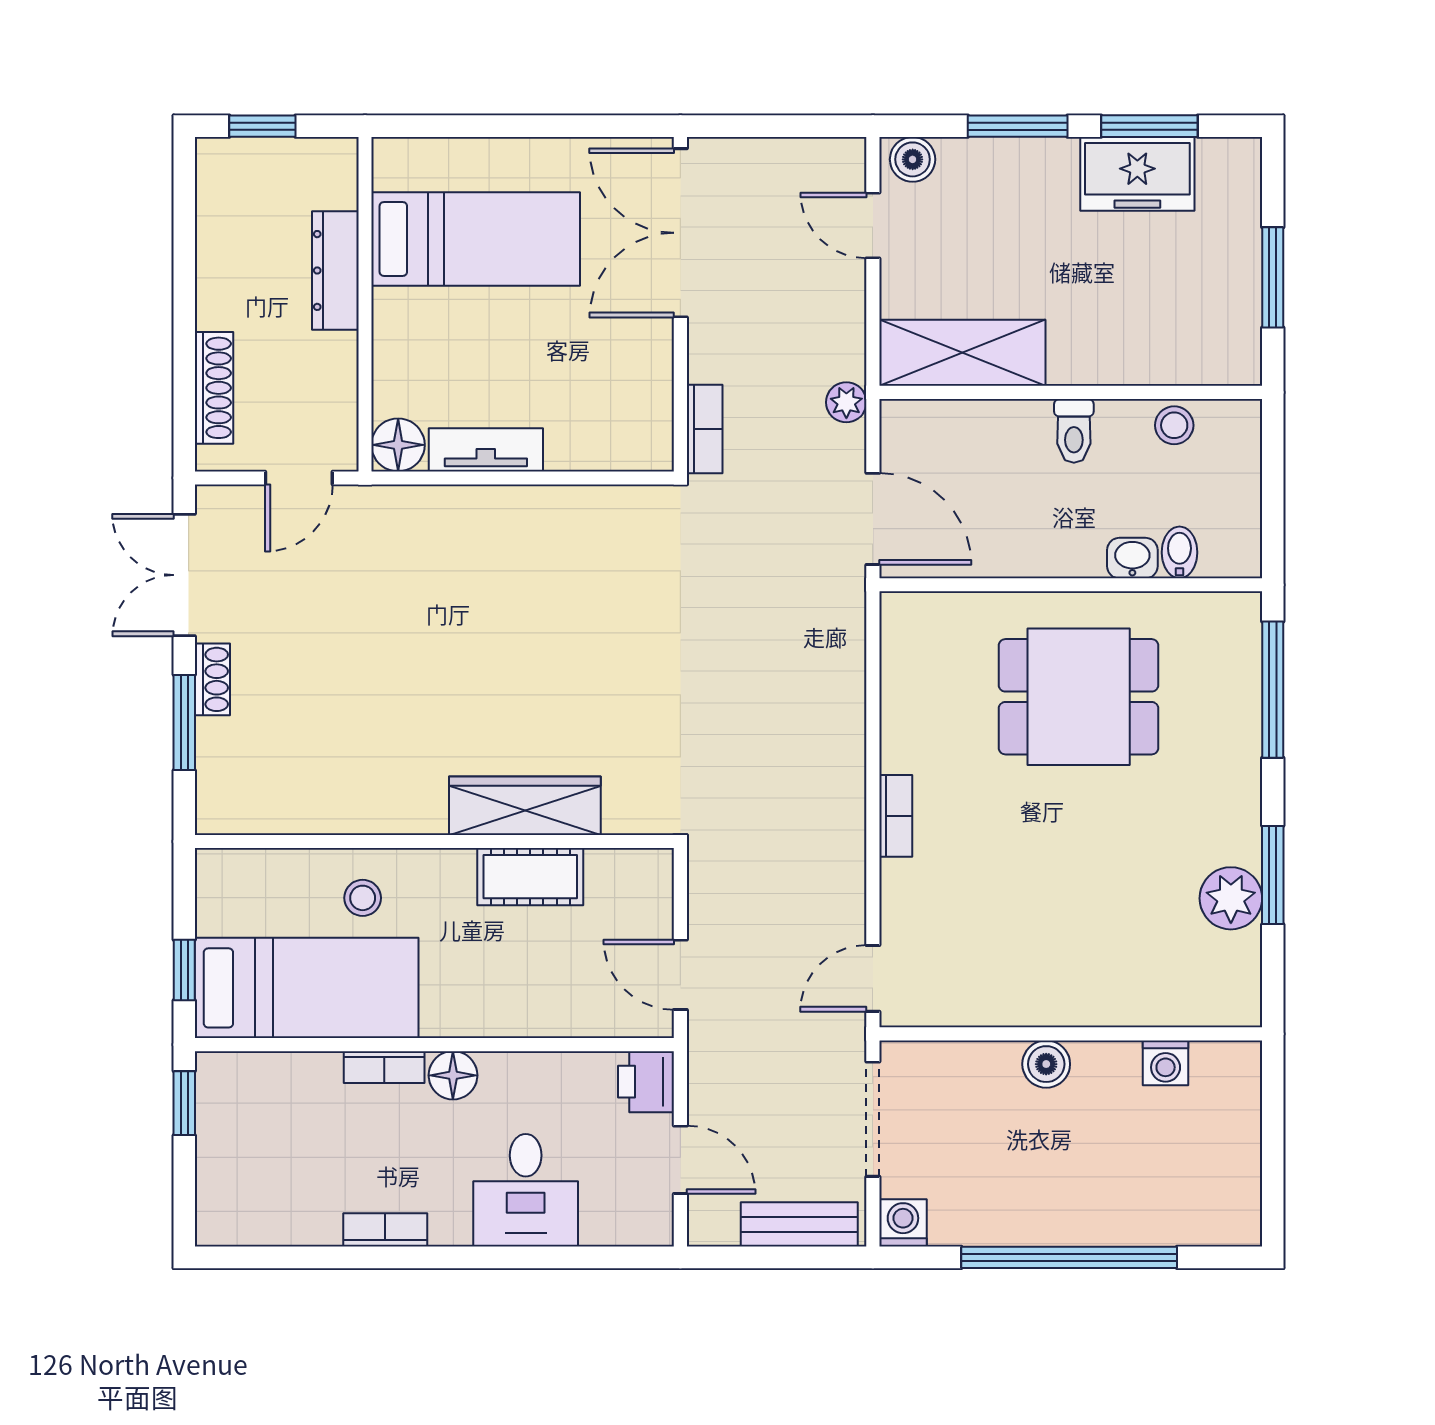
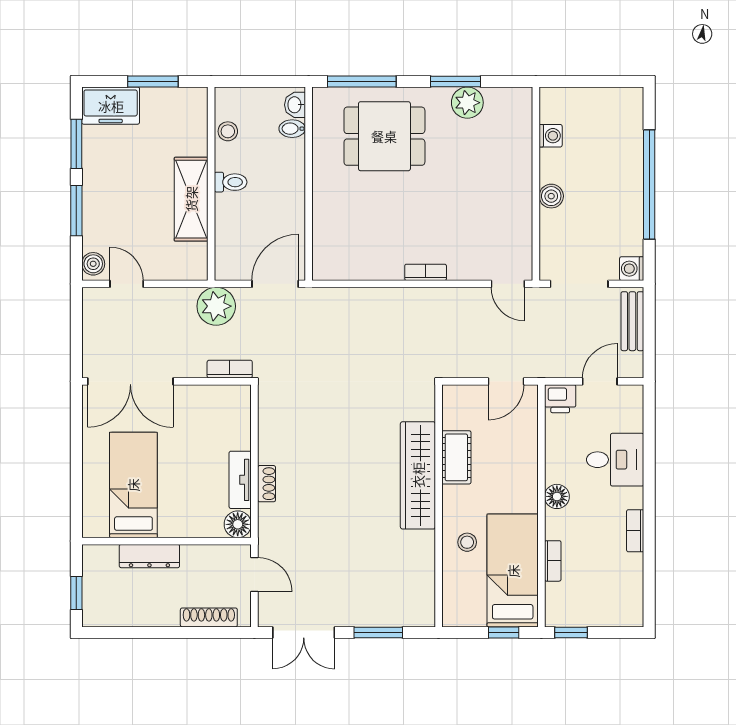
freezer: (1137, 174) -> (111, 106), moved, turned 90
door: (873, 225) -> (127, 284), swing flipped
shelving: (962, 353) -> (191, 199), moved
plant: (846, 402) -> (216, 306), width x1.88, depth x1.88
washbasin: (1132, 558) -> (295, 105), moved
shoe rack: (212, 679) -> (267, 484), moved, turned 90
dining table: (1079, 697) -> (384, 136), moved, turned 90
wardrobe: (525, 806) -> (418, 475), width x1.40, depth x1.17
bookcase: (384, 1067) -> (553, 561), moved

